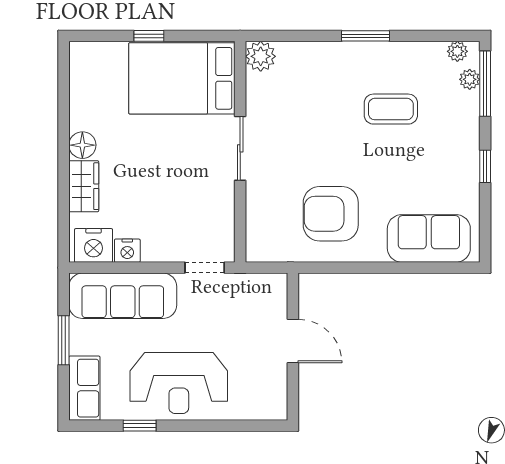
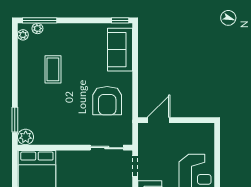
window: (365, 36) -> (15, 120), moved
sliding door: (240, 148) -> (107, 148), moved
window: (485, 166) -> (120, 20), moved
door: (293, 341) -> (159, 120), moved

